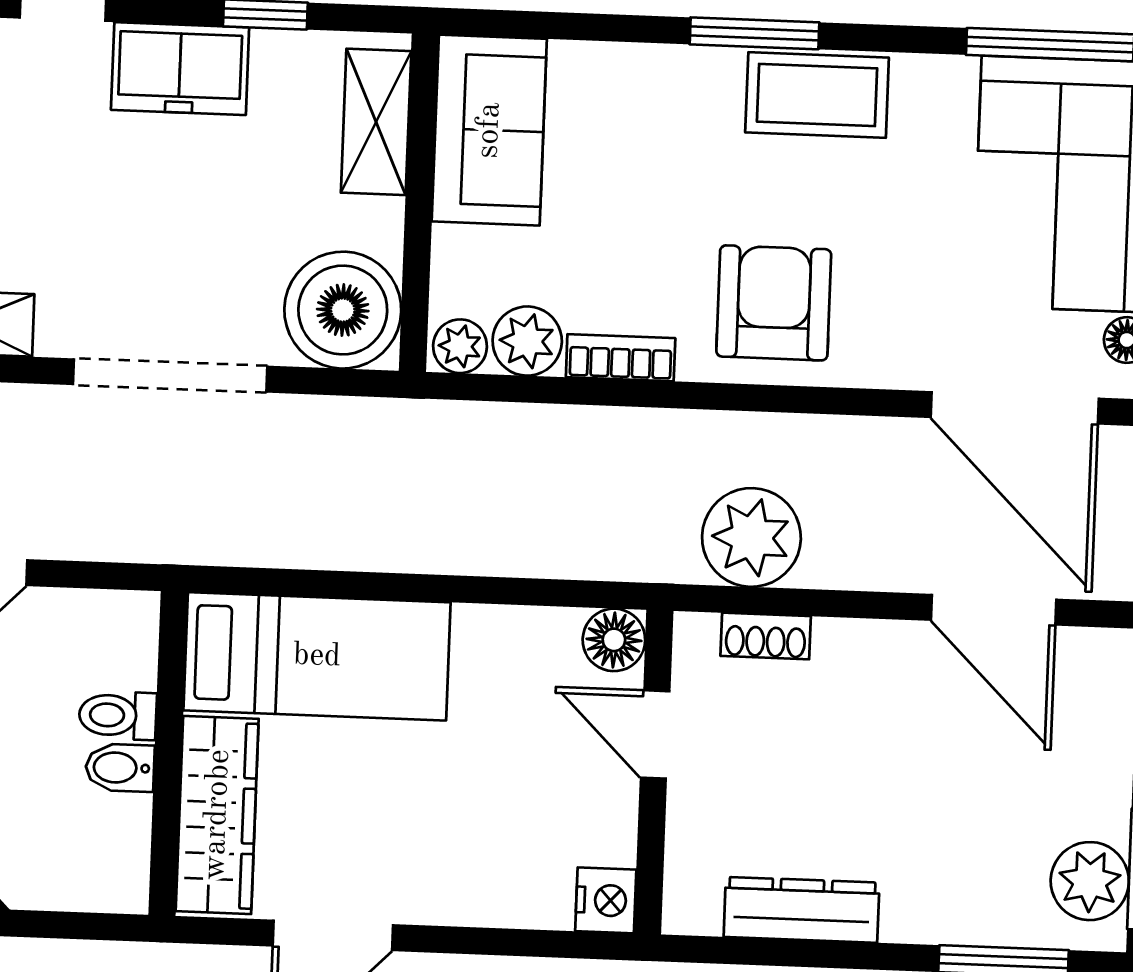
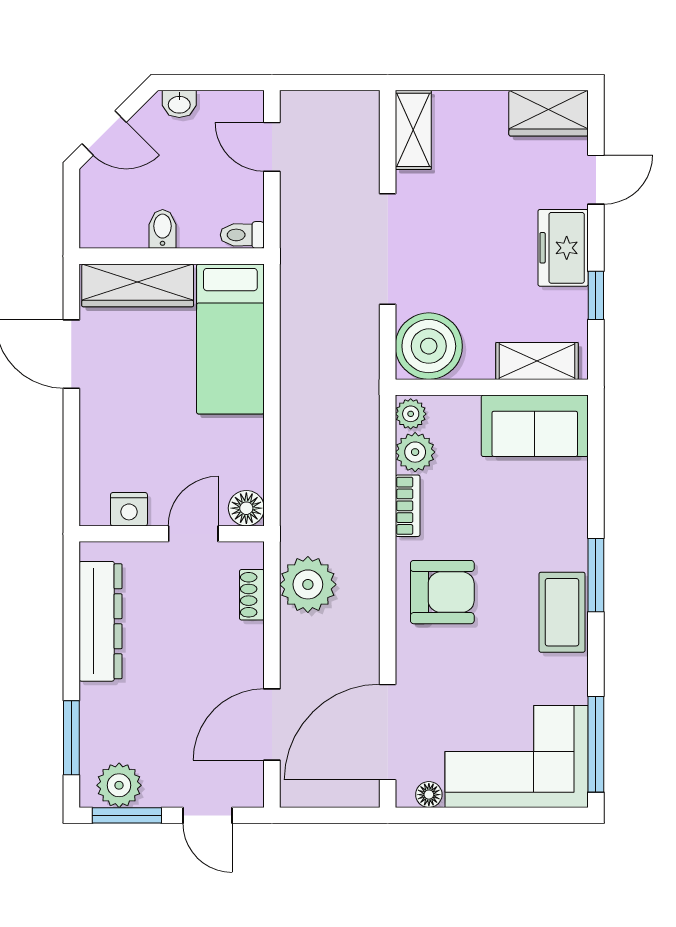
toilet: (118, 715) -> (242, 235), moved, turned -90
nightstand: (606, 900) -> (129, 509), moved
dresser: (802, 910) -> (100, 621), width x1.37, depth x1.24

